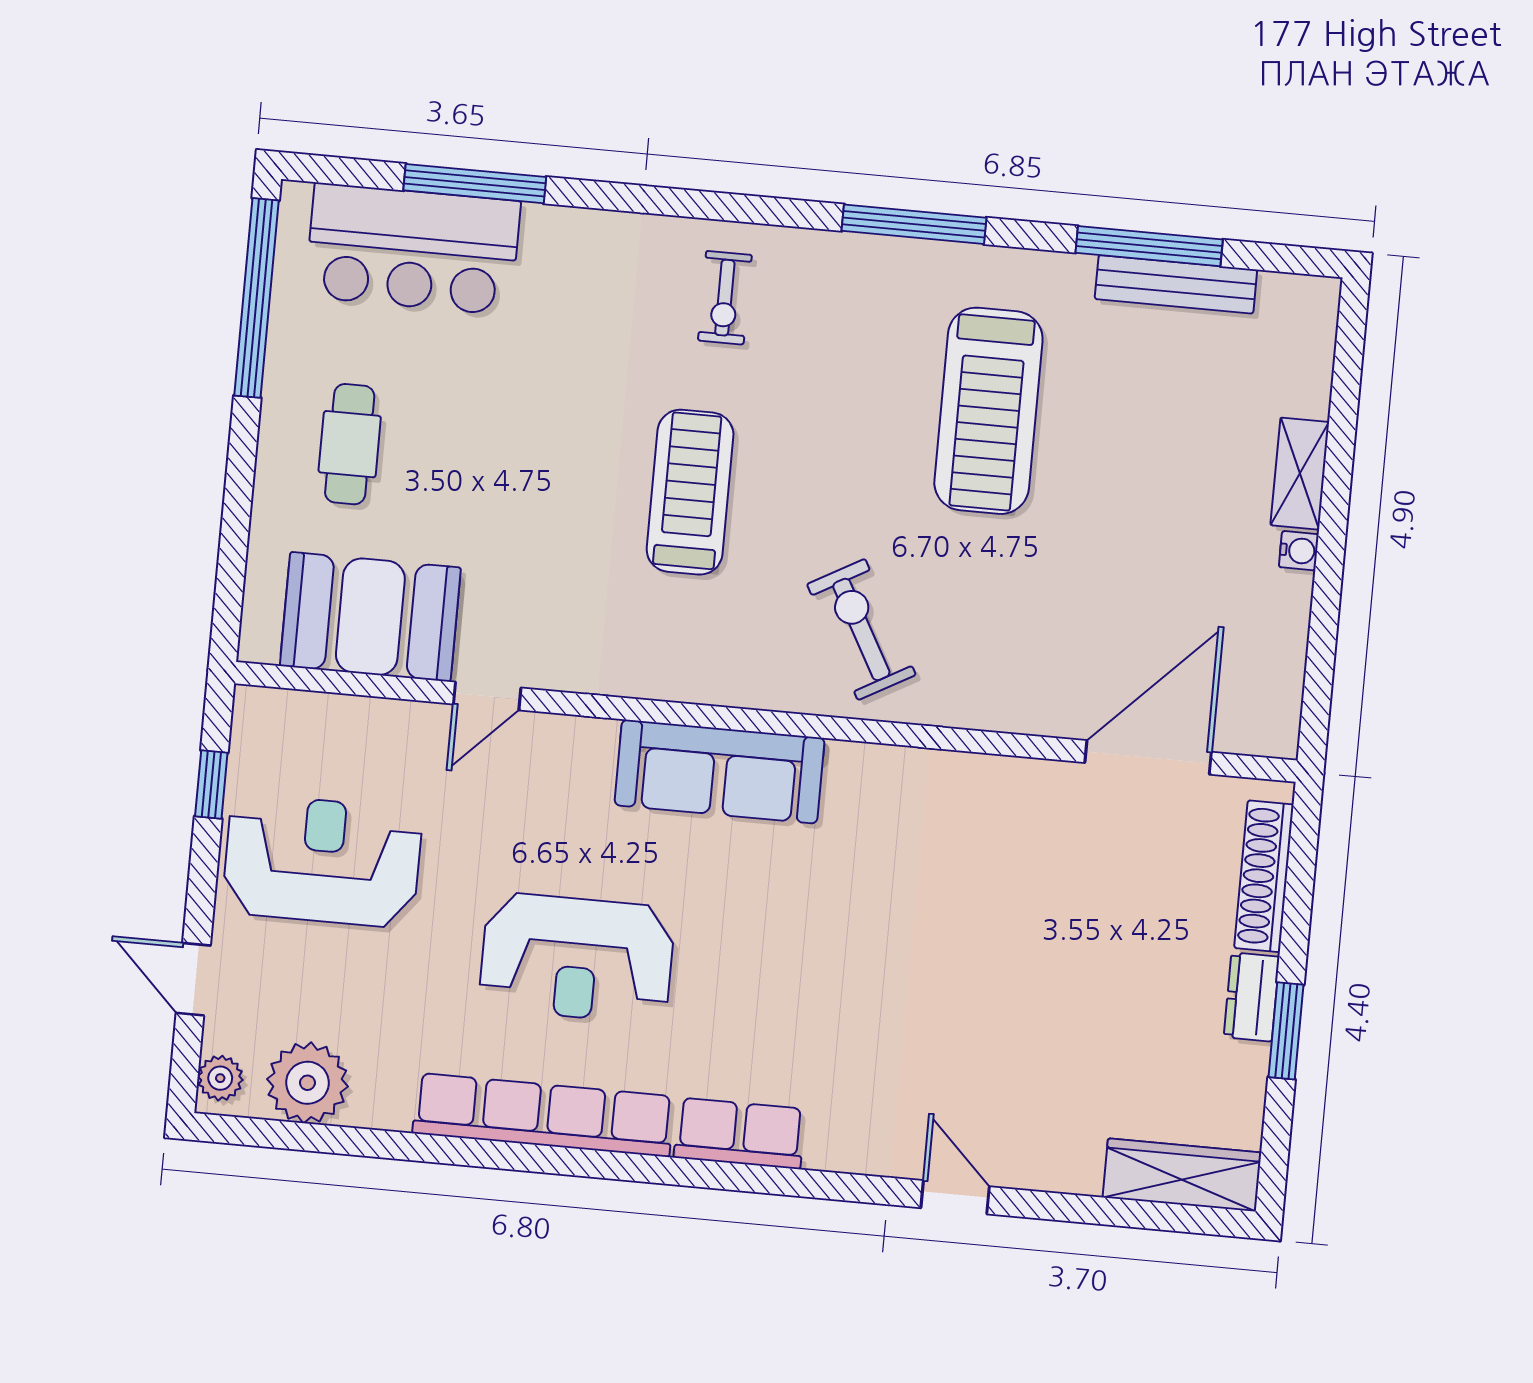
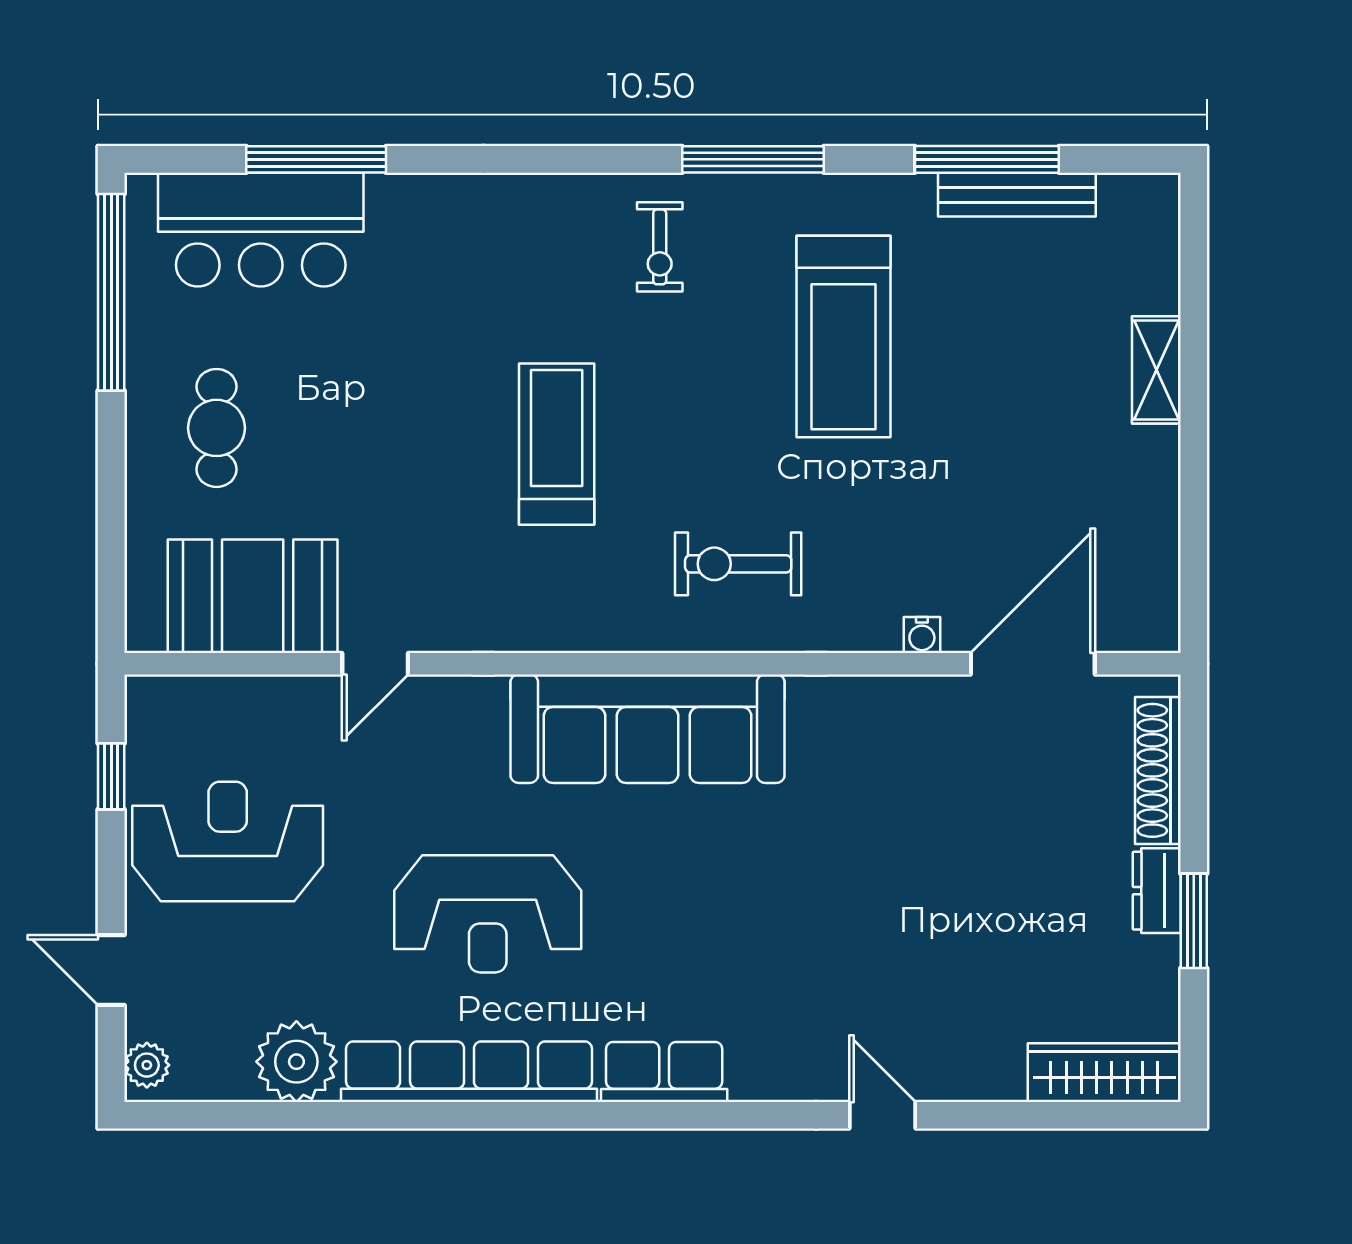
exercise bike: (725, 298) -> (660, 247), moved
water cooler: (1299, 551) -> (922, 635), moved, turned 90
exercise bike: (861, 629) -> (738, 564), turned -61
sofa: (720, 772) -> (648, 729), width x1.36, depth x1.27
plant: (307, 1083) -> (296, 1062), moved

